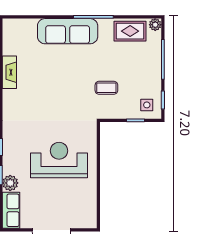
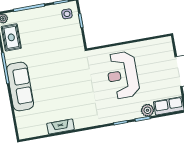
coffee table: (106, 88) -> (59, 48), removed

